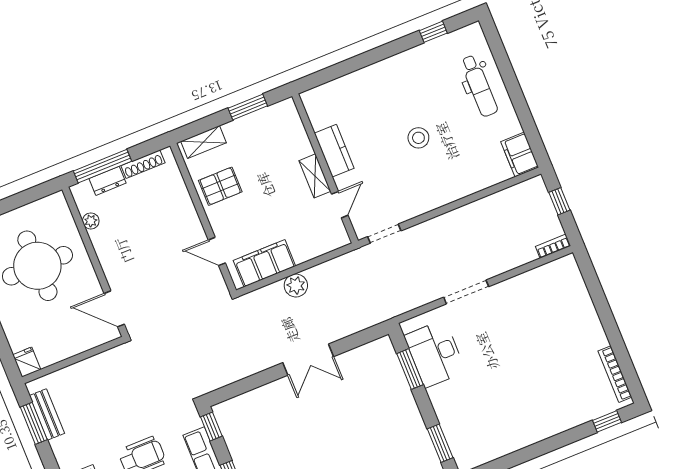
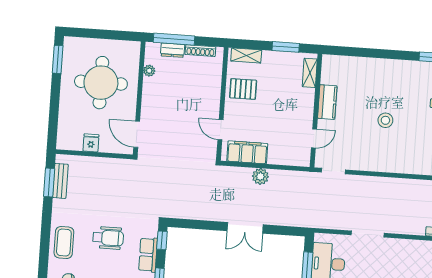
shelving: (315, 176) -> (310, 73), moved
fridge: (27, 362) -> (91, 143), moved

